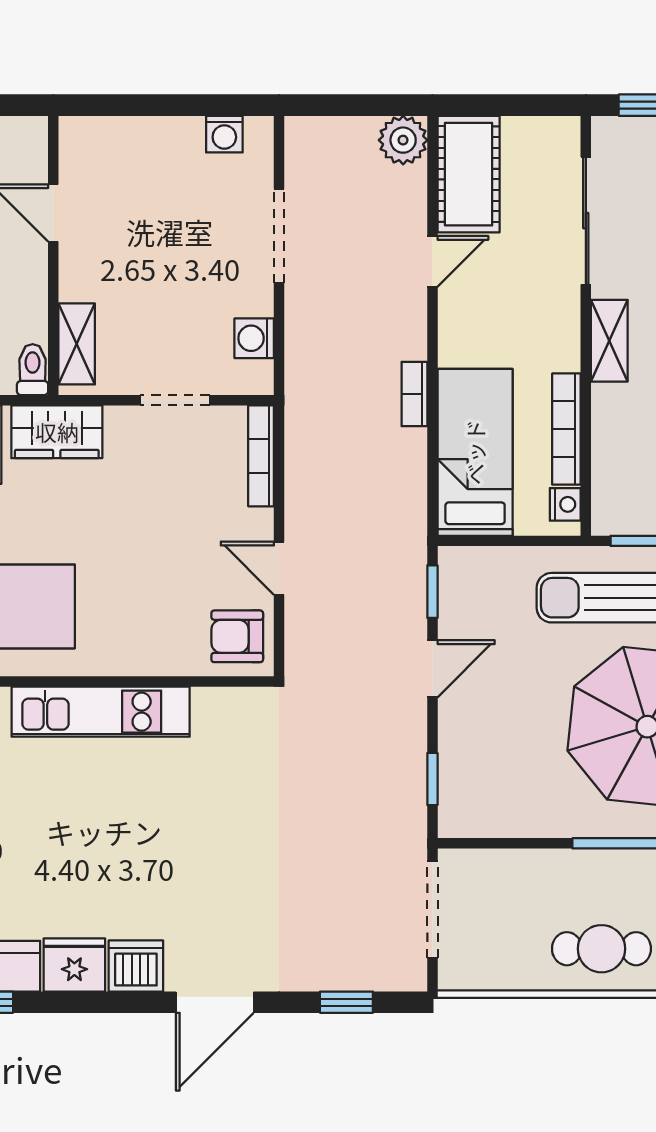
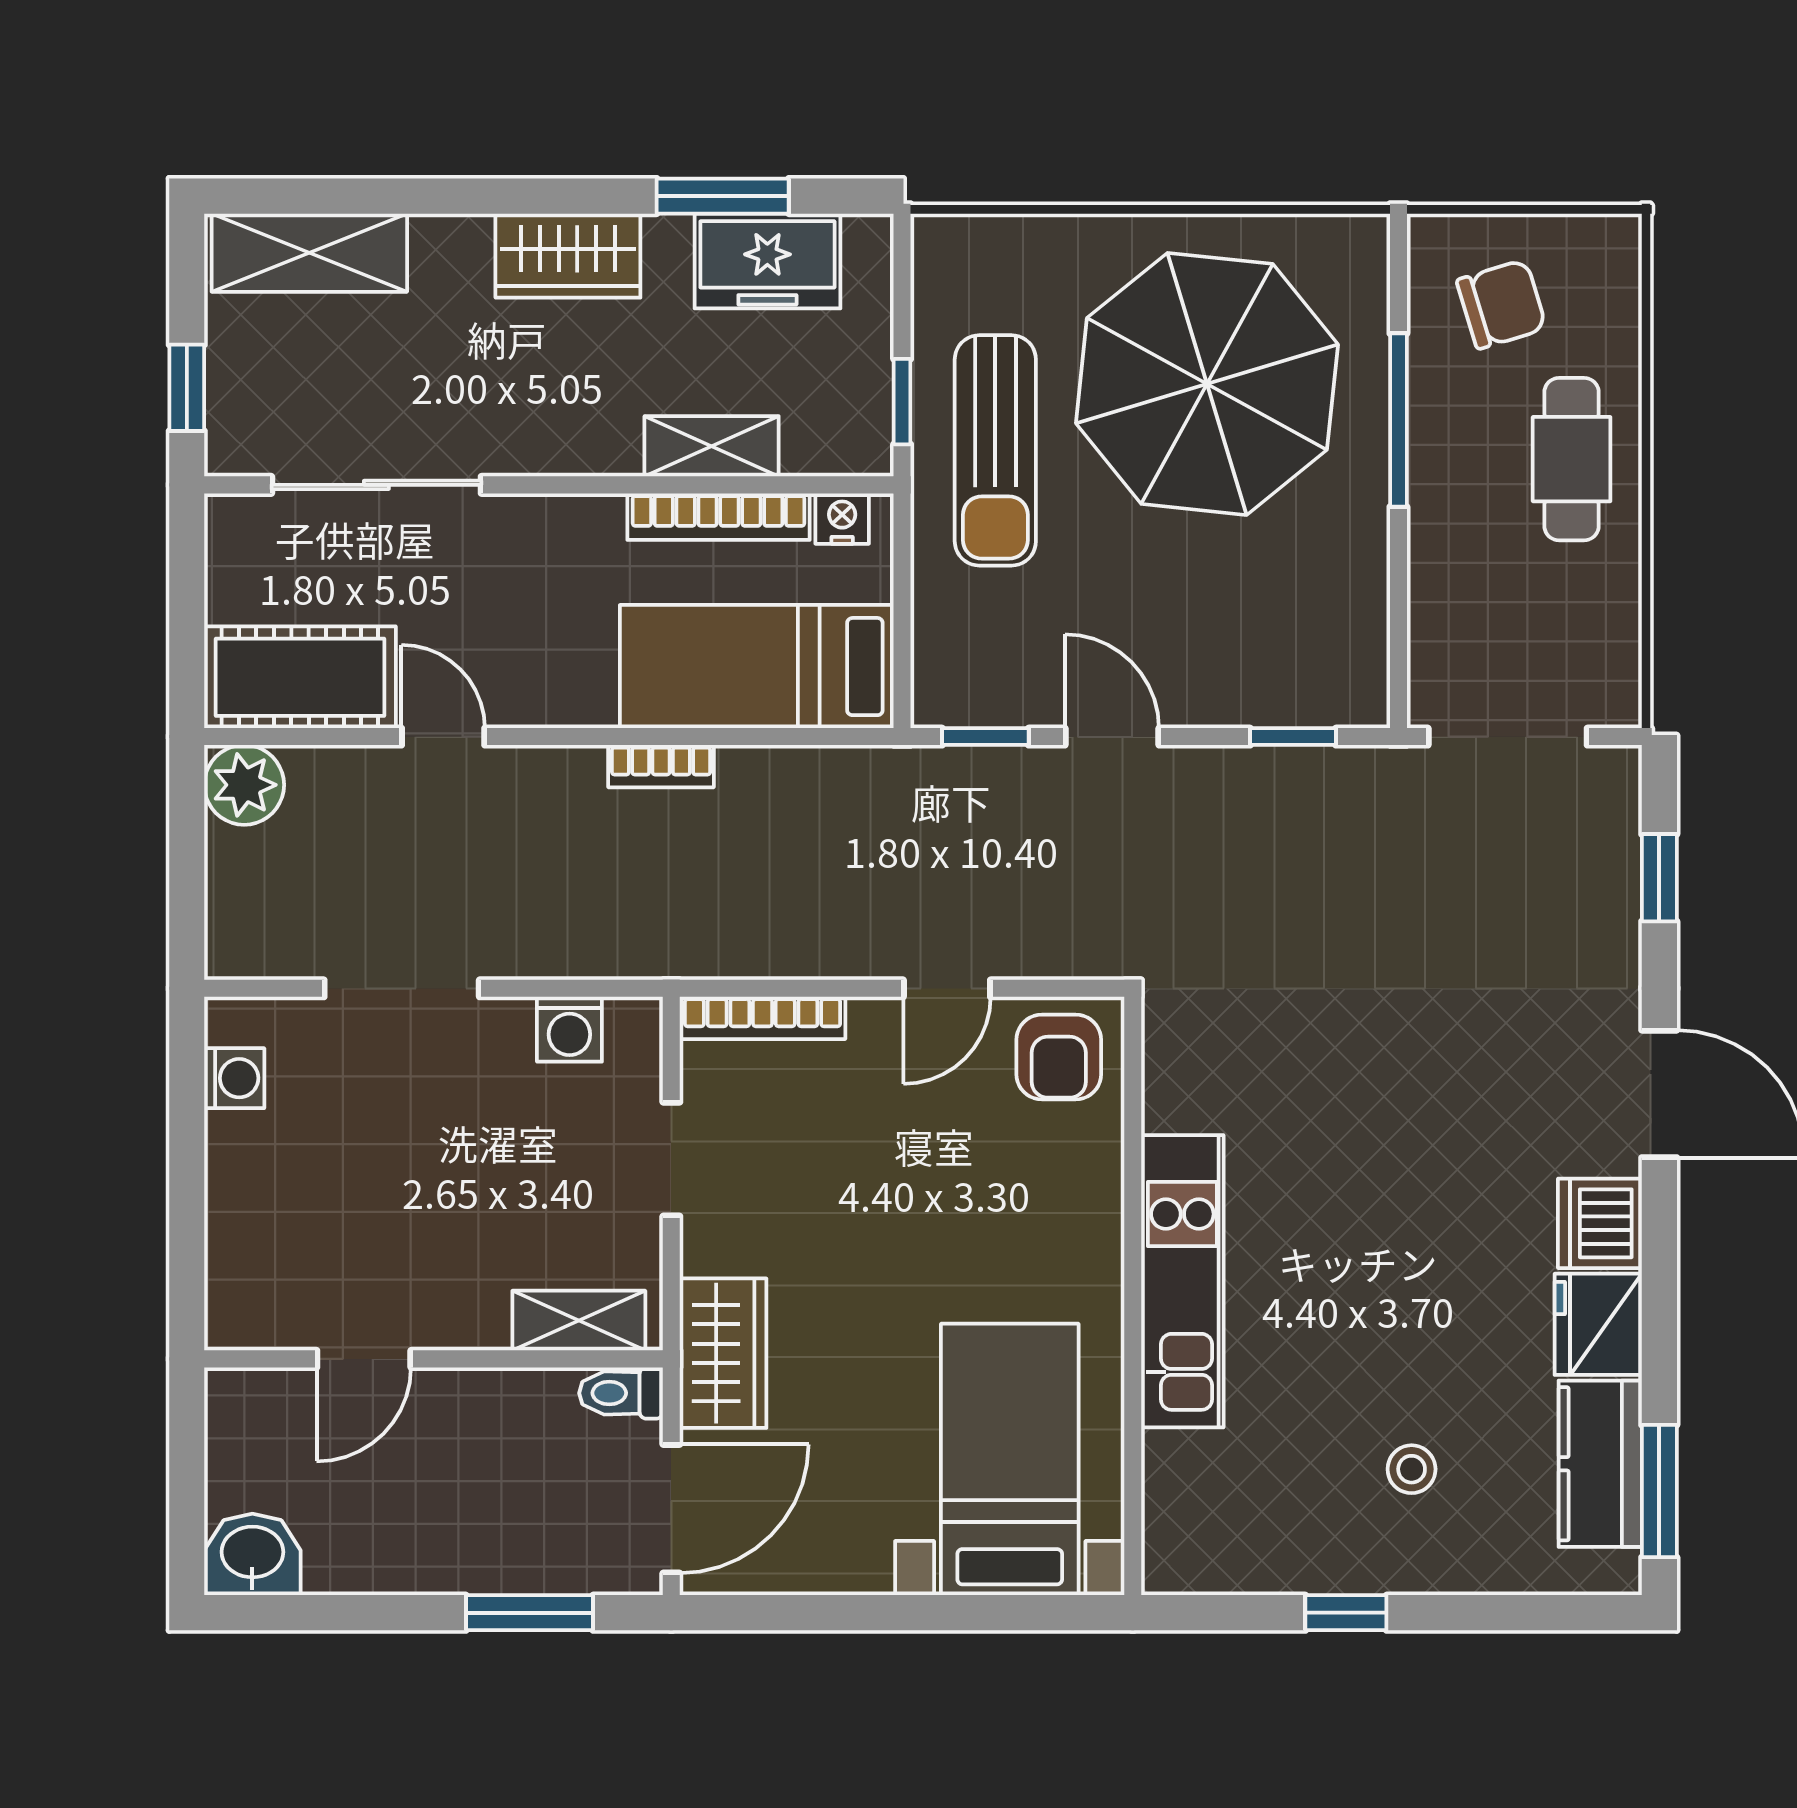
shelving: (609, 341) -> (712, 446), moved

